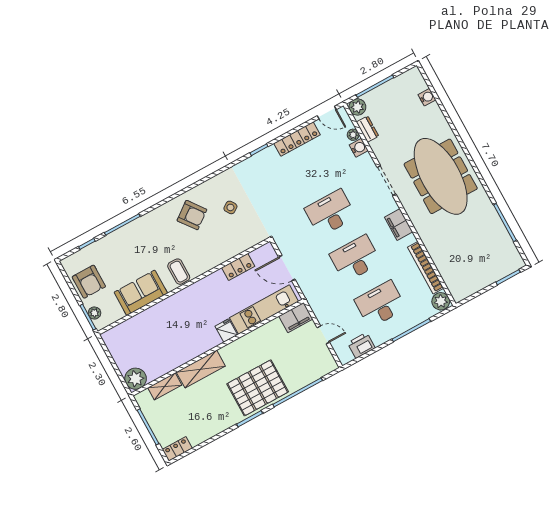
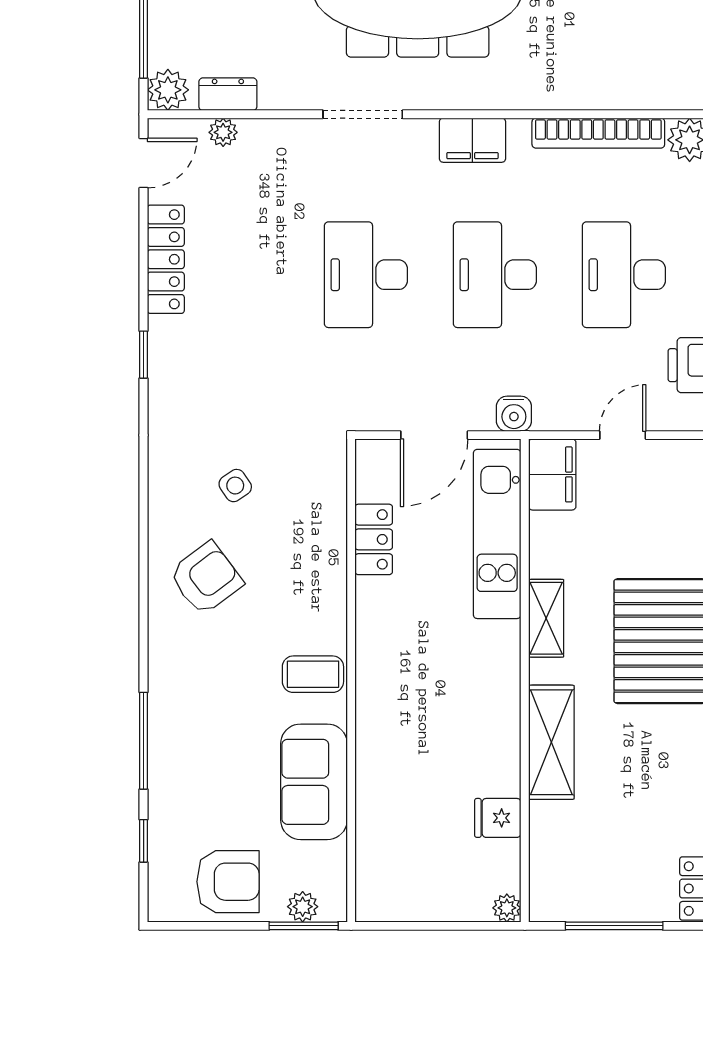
water cooler: (359, 148) -> (514, 414), moved, turned 180
fridge: (226, 331) -> (498, 818), moved
plant: (136, 379) -> (507, 908), width x0.53, depth x0.53
shelving: (165, 386) -> (546, 618), moved

